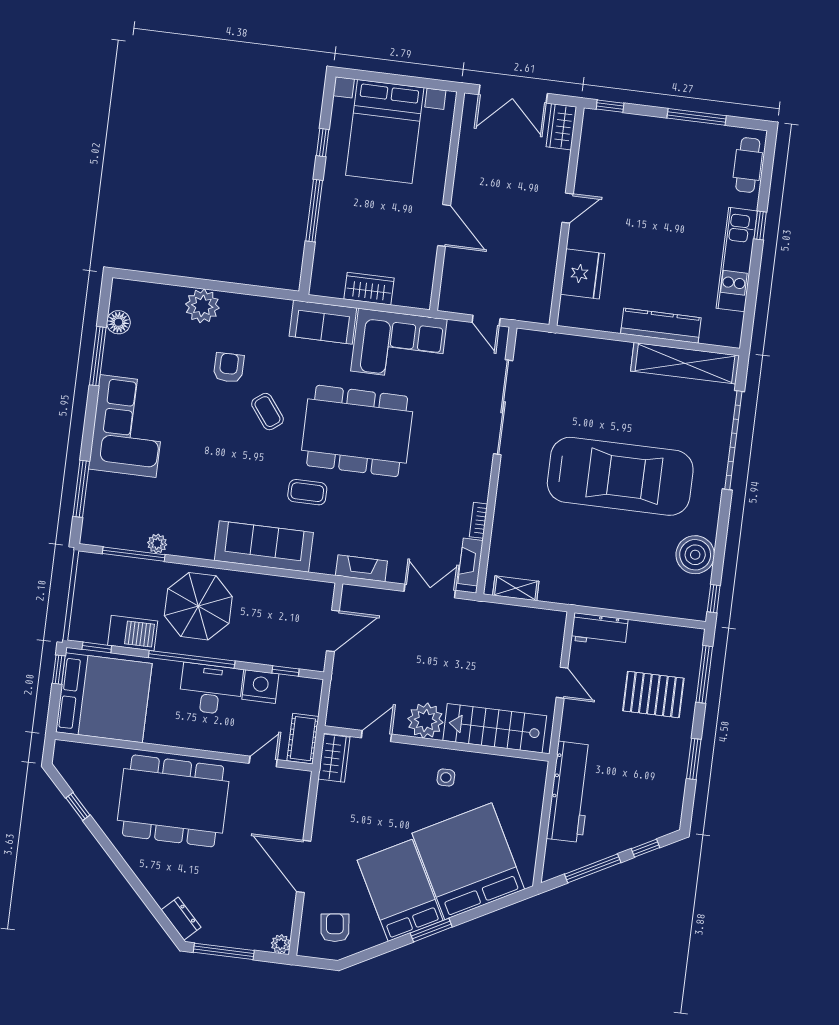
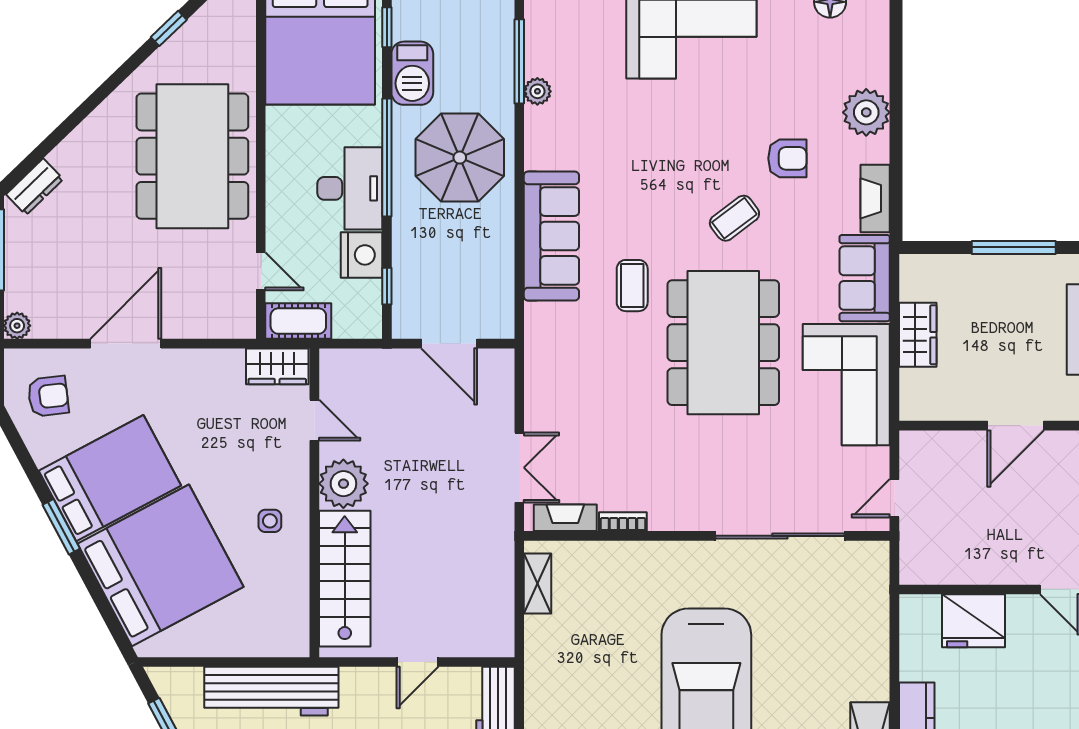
fireplace: (361, 568) -> (875, 198), moved, turned 180

